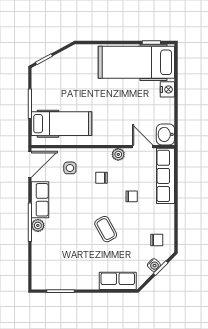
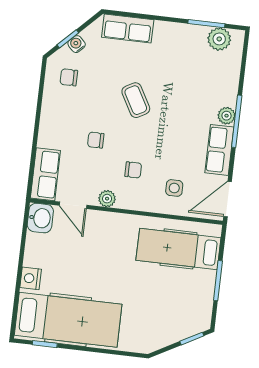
row of seats: (165, 176) -> (45, 174), width x0.68
plant: (50, 281) -> (219, 39), added

